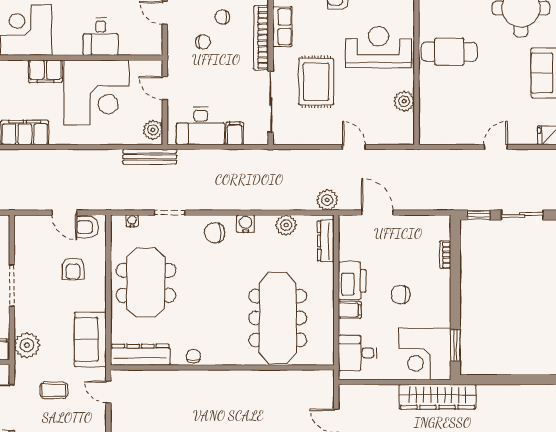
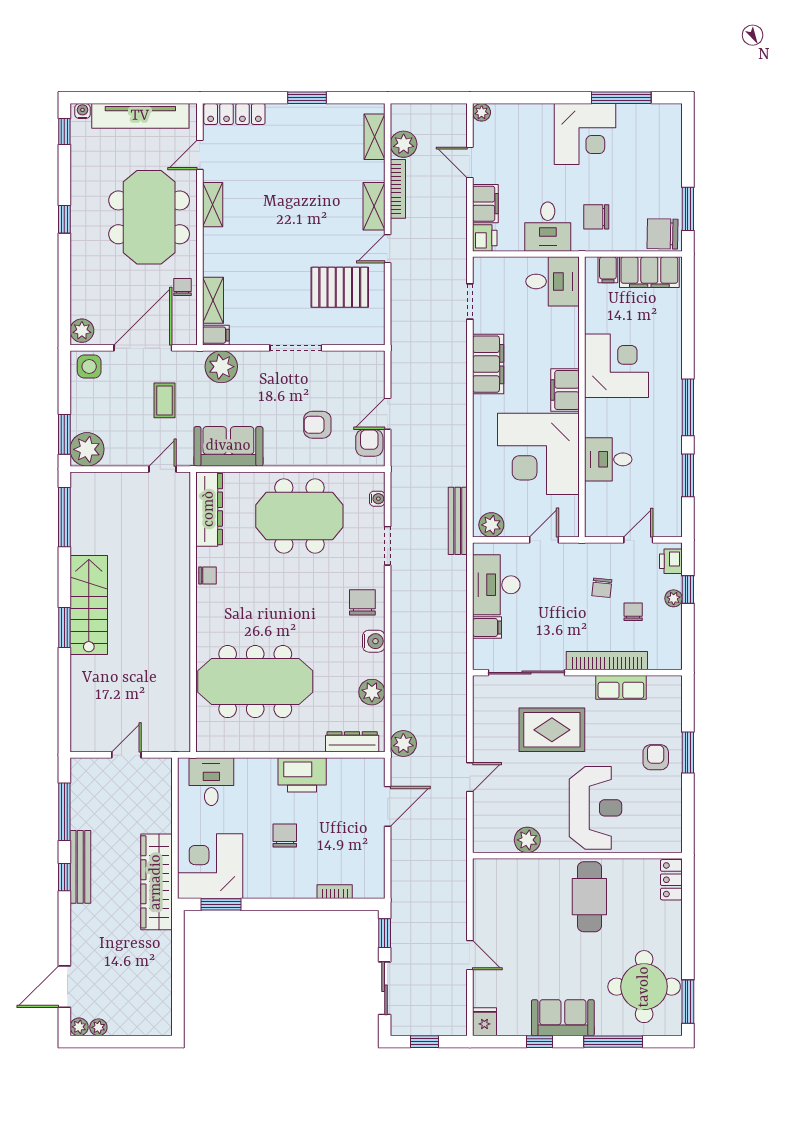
filing cabinet: (350, 310) -> (266, 772), removed

